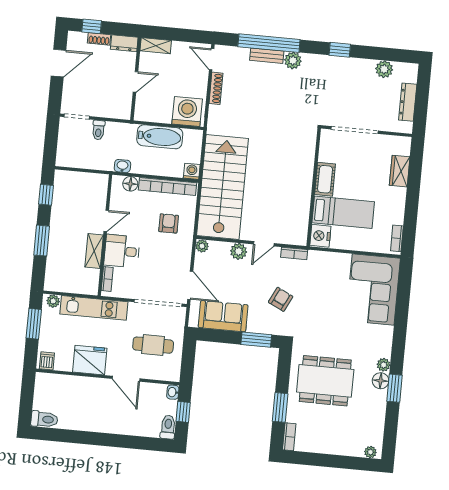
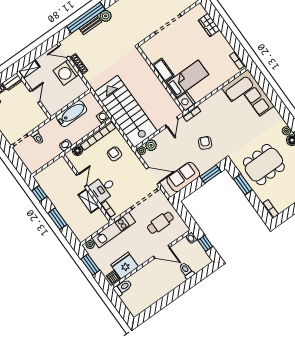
washing machine: (187, 111) -> (66, 73), moved, turned -90
cot: (325, 179) -> (163, 70), moved
wall: (314, 187) -> (161, 79), moved
bed: (343, 212) -> (187, 79), moved
nightstand: (320, 236) -> (186, 101), moved
plant: (239, 251) -> (151, 145), moved
fridge: (90, 360) -> (125, 266), moved
window: (280, 407) -> (243, 184), moved
toilet: (44, 419) -> (123, 287), moved
toilet: (168, 427) -> (187, 271), moved

